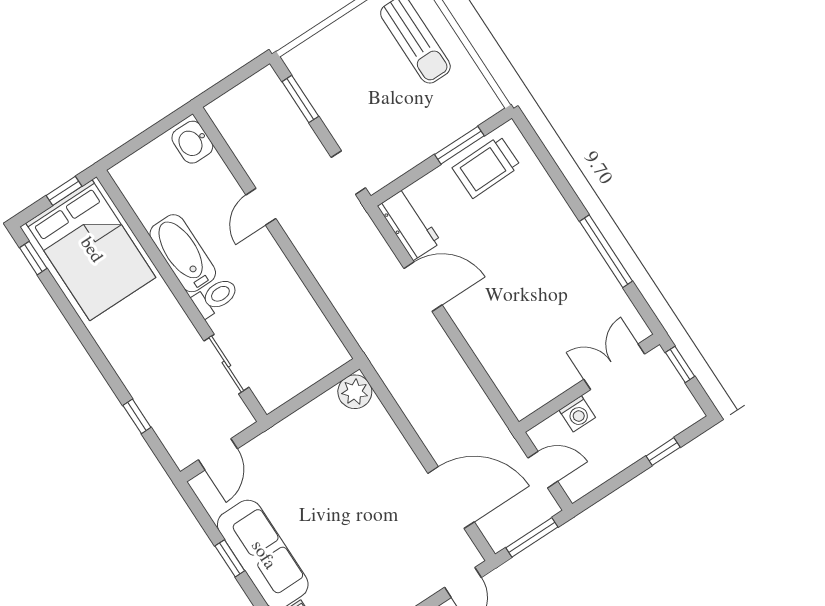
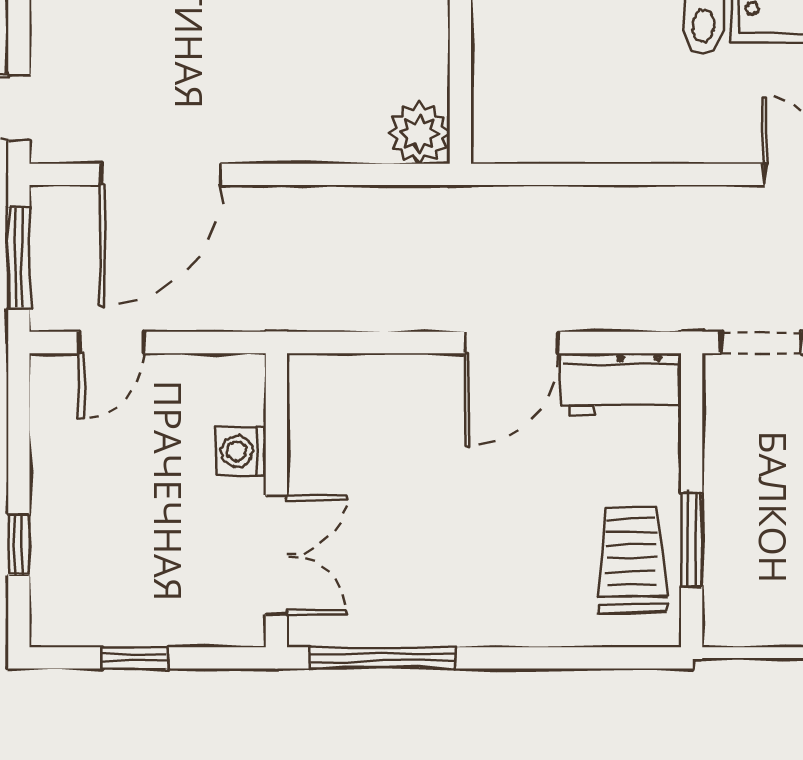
double door: (614, 367) -> (276, 555), moved
wall: (589, 383) -> (276, 500), moved
washing machine: (577, 414) -> (241, 451), moved

